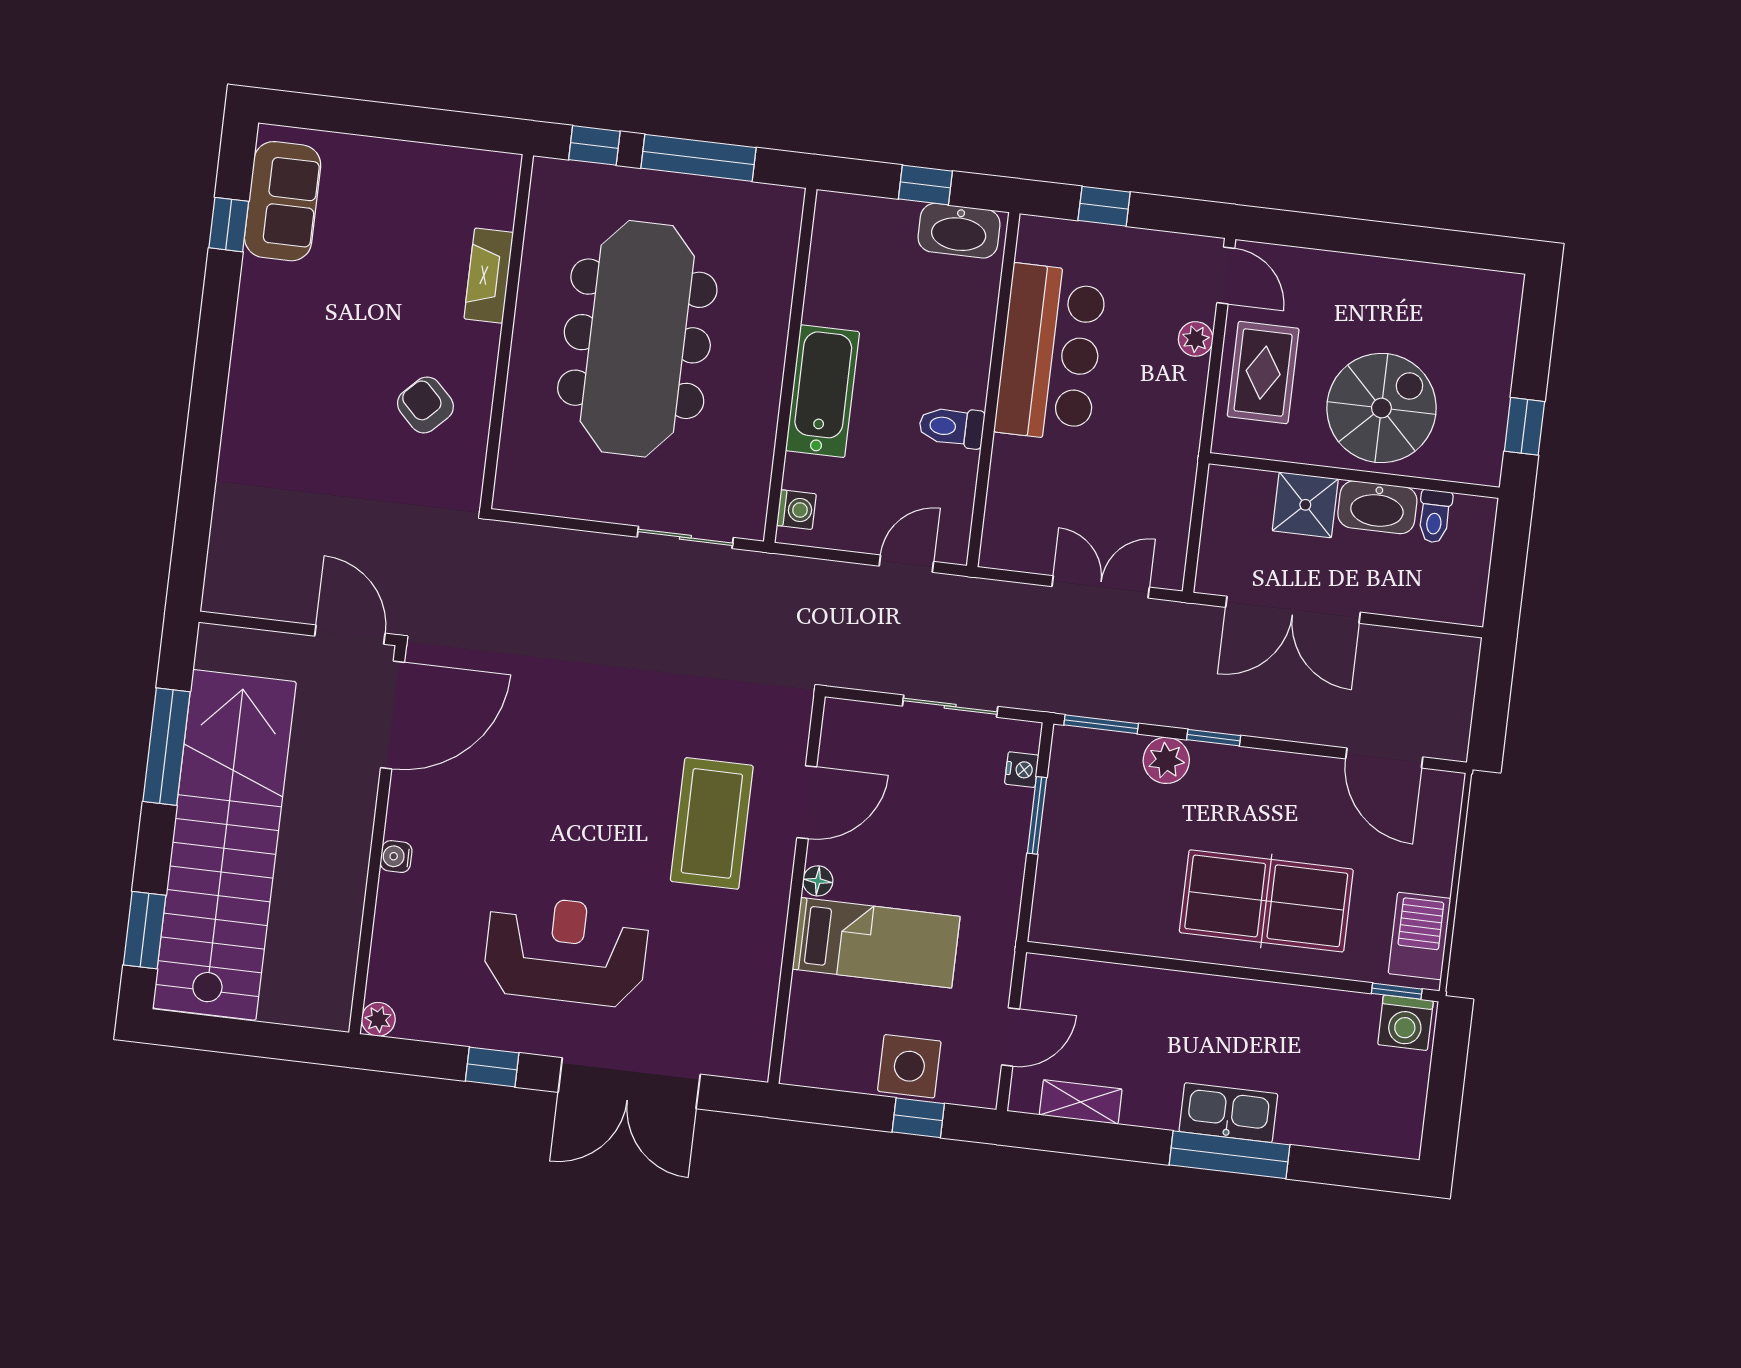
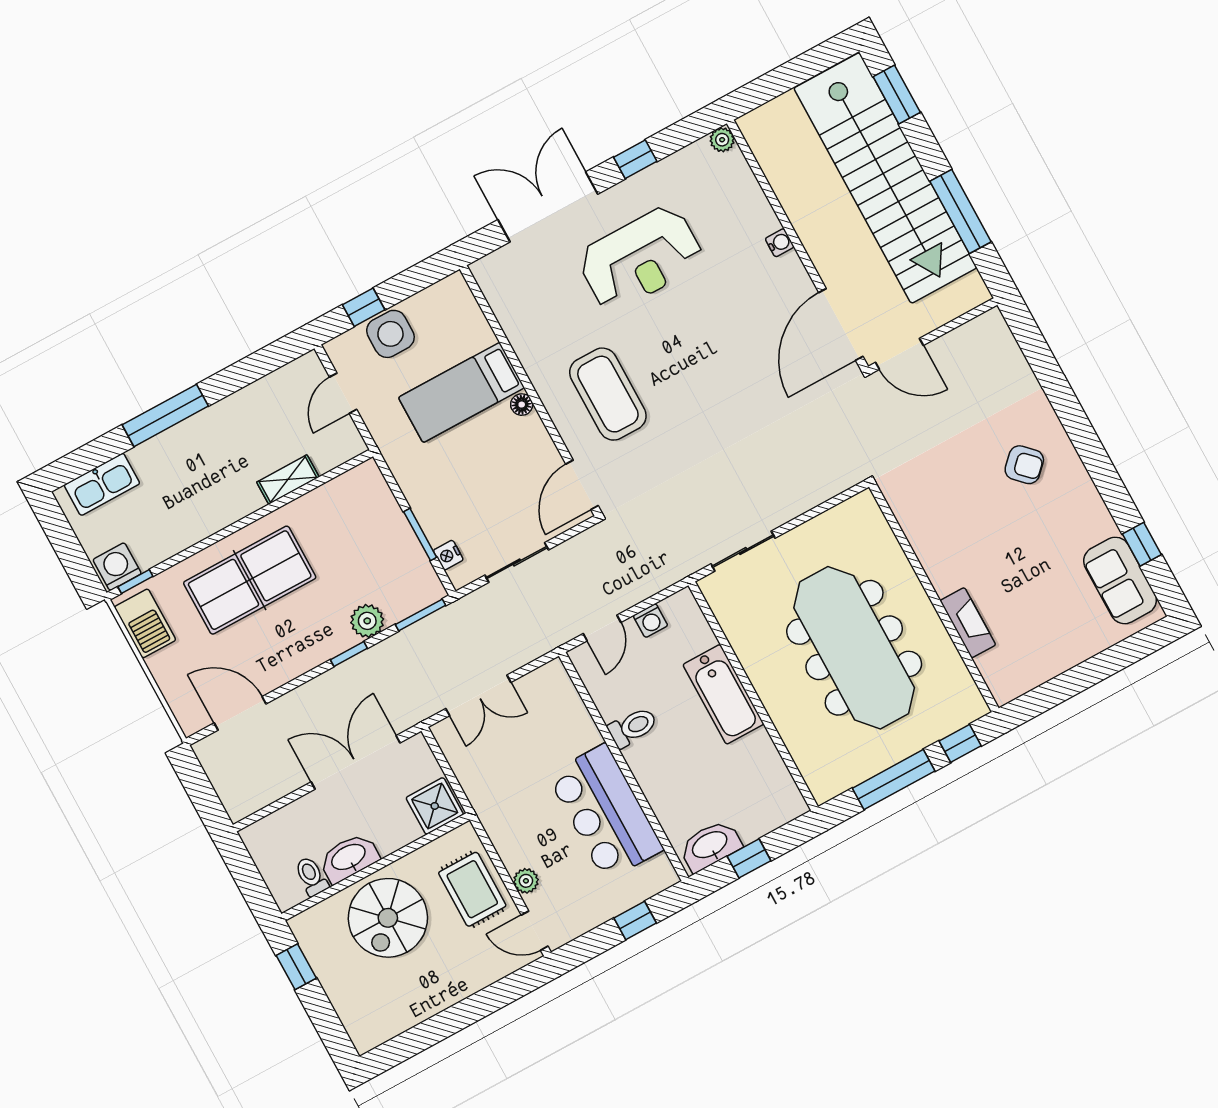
armchair: (425, 405) -> (1024, 465), moved
shower: (1305, 505) -> (435, 806), moved
washing machine: (796, 510) -> (650, 621), moved, turned -90
door: (807, 802) -> (582, 485), moved
shelving: (1081, 1102) -> (288, 480), moved
kitchen sink: (1228, 1113) -> (102, 484), moved

